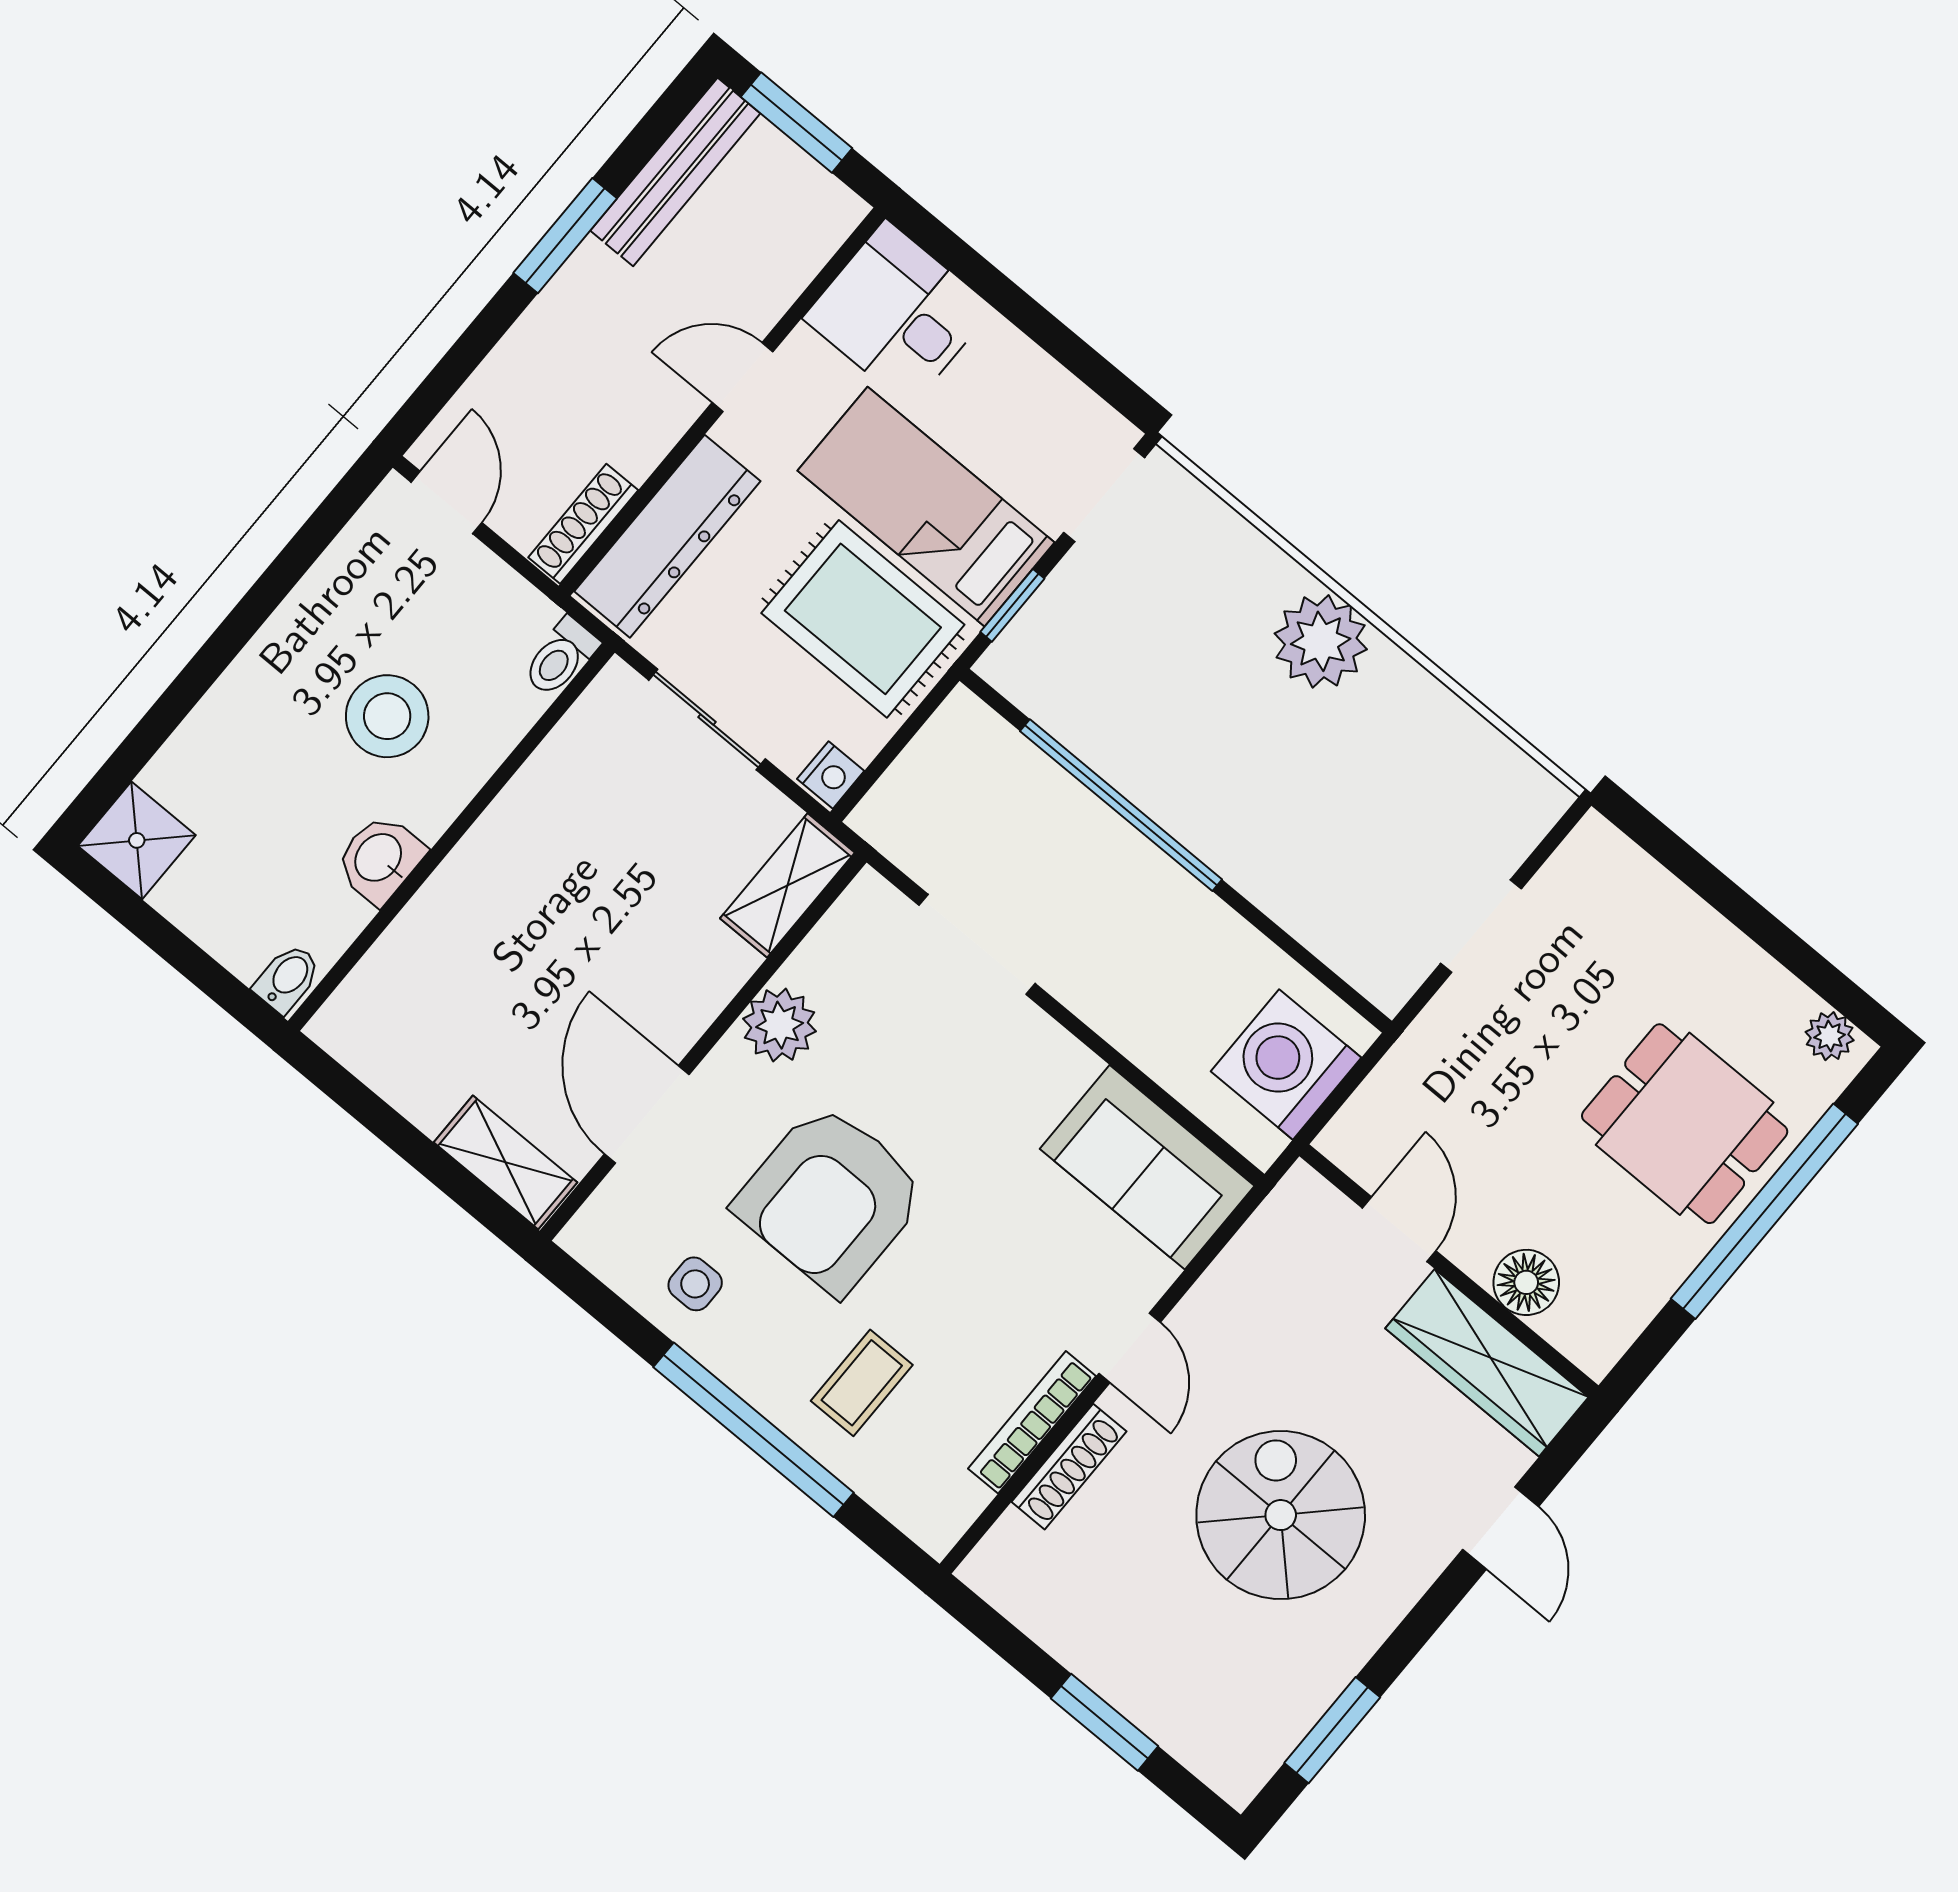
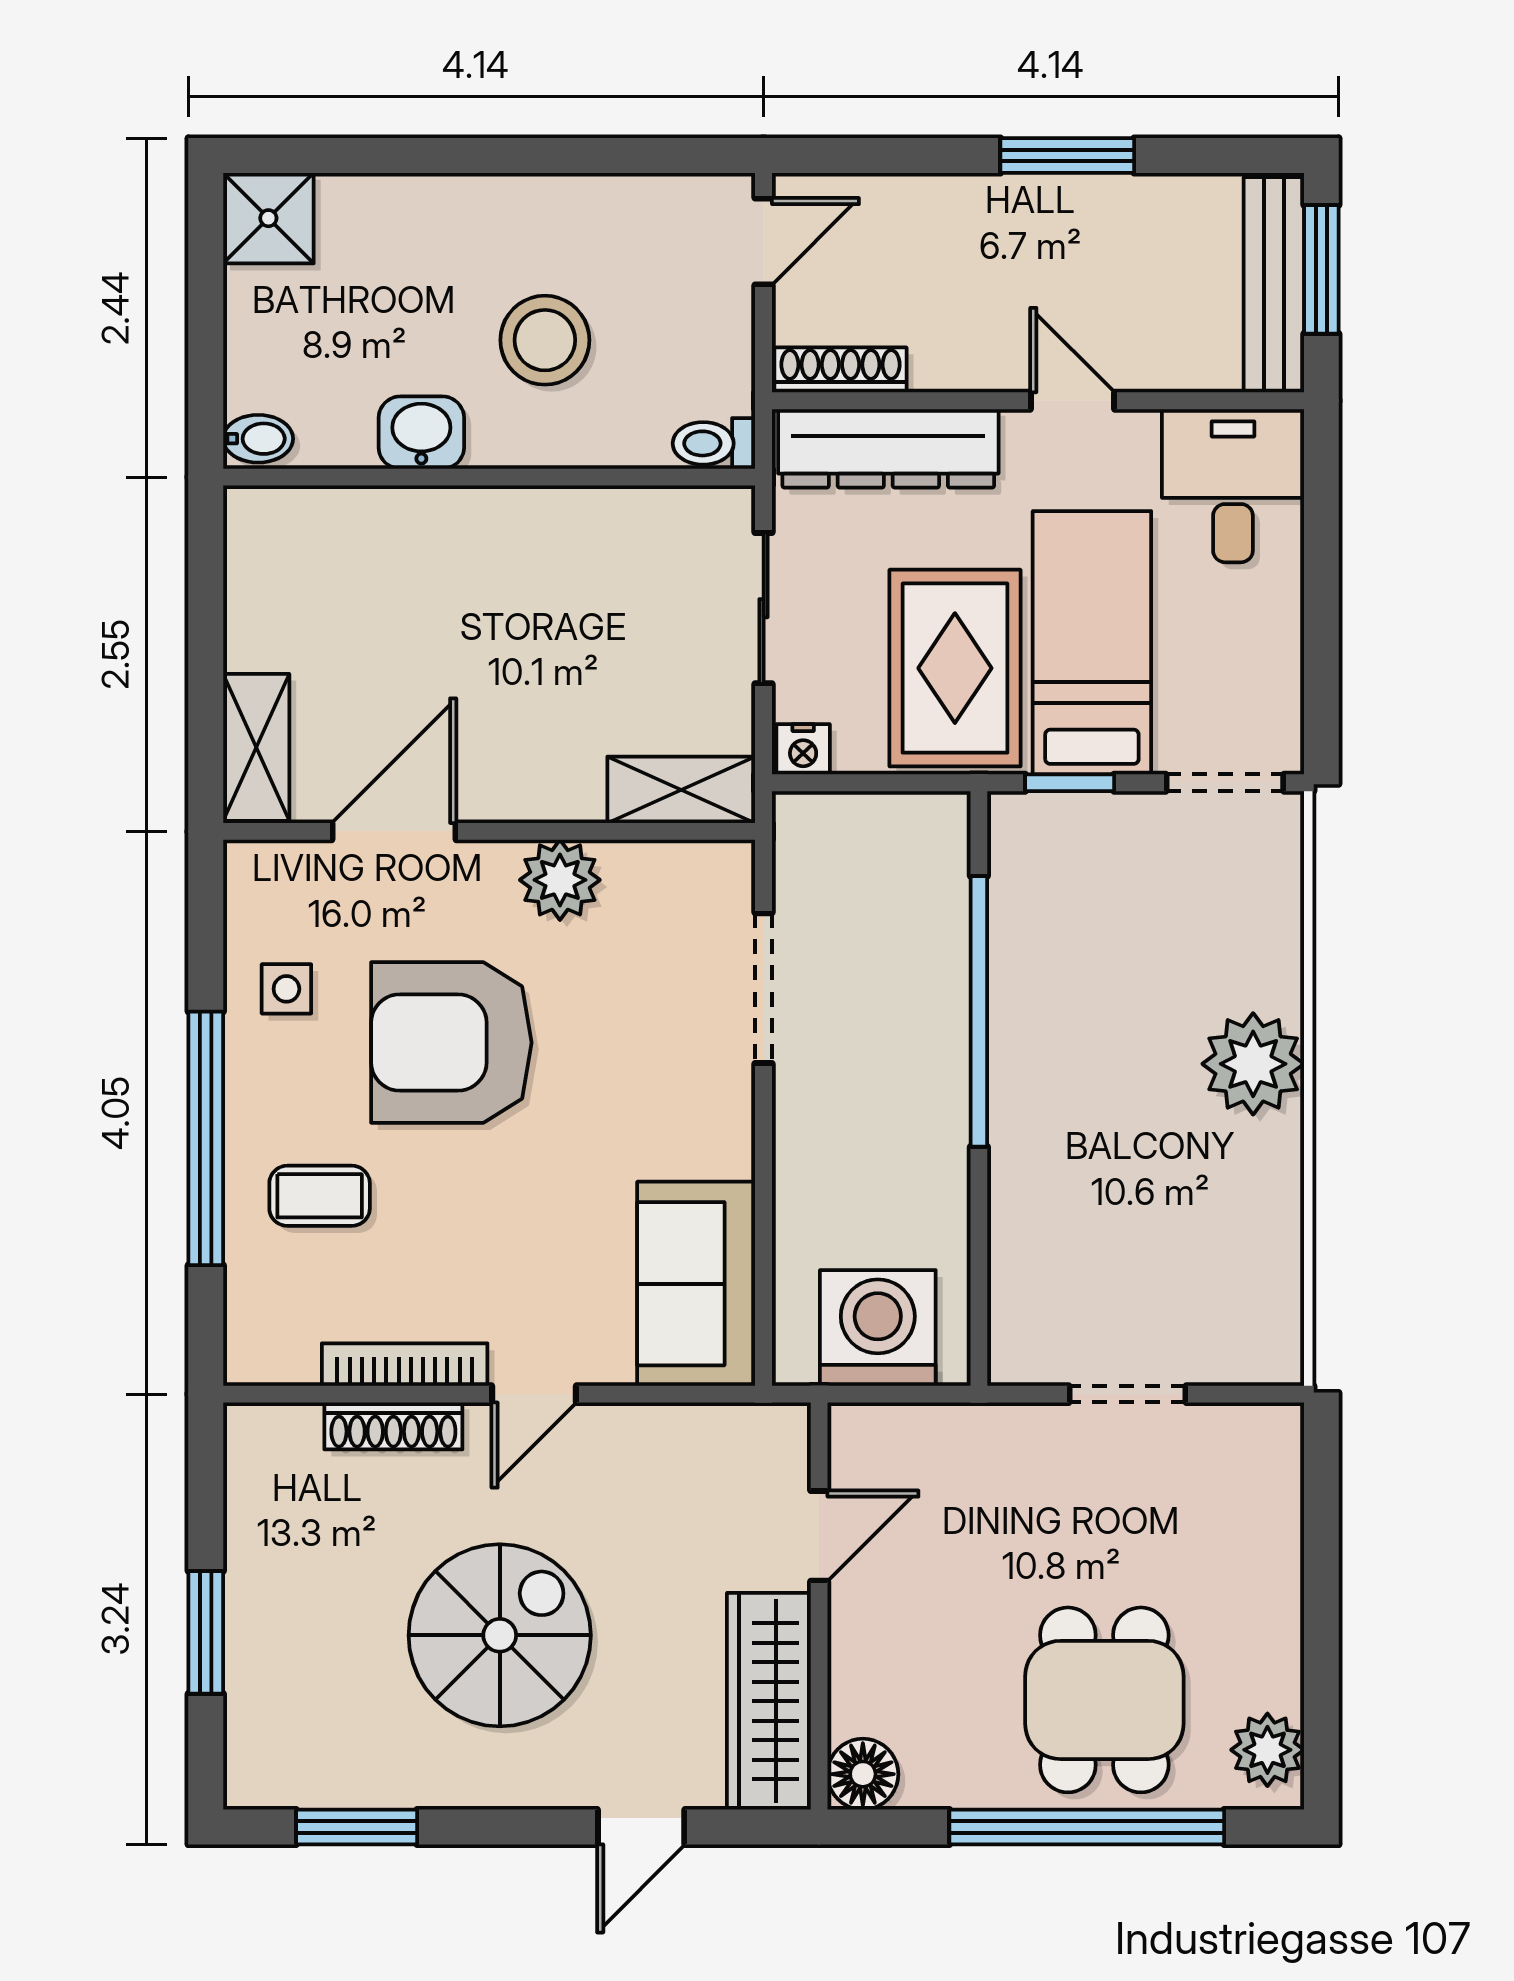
bench: (675, 172) -> (1274, 285), moved, turned 90
plant: (1830, 1036) -> (1267, 1750), width x1.38, depth x1.38
floor lamp: (1526, 1282) -> (863, 1774), moved

